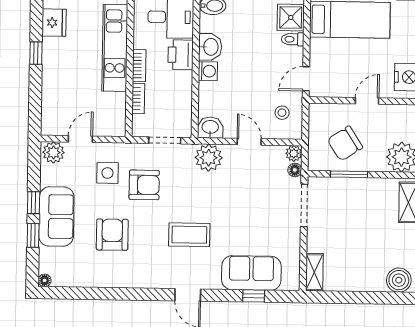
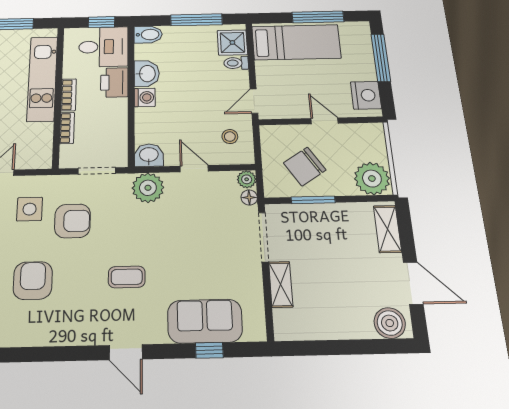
door: (367, 101) -> (325, 121), hinge flipped
coffee table: (189, 235) -> (127, 277), width x0.73, depth x0.77
shelving: (314, 272) -> (281, 284), moved

